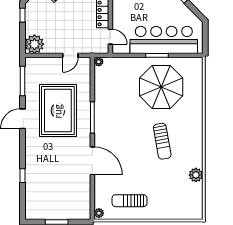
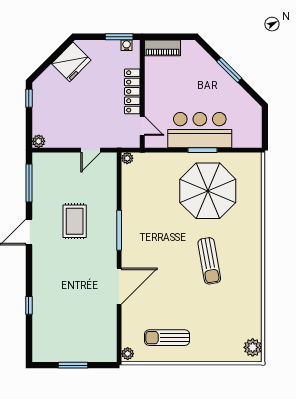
bar counter: (164, 40) -> (200, 130), width x0.73
plant: (34, 44) -> (39, 141), width x0.53, depth x0.53
rug: (58, 111) -> (75, 221), width x0.54, depth x0.49
door: (92, 161) -> (119, 286), hinge flipped
plant: (196, 175) -> (253, 347), moved

